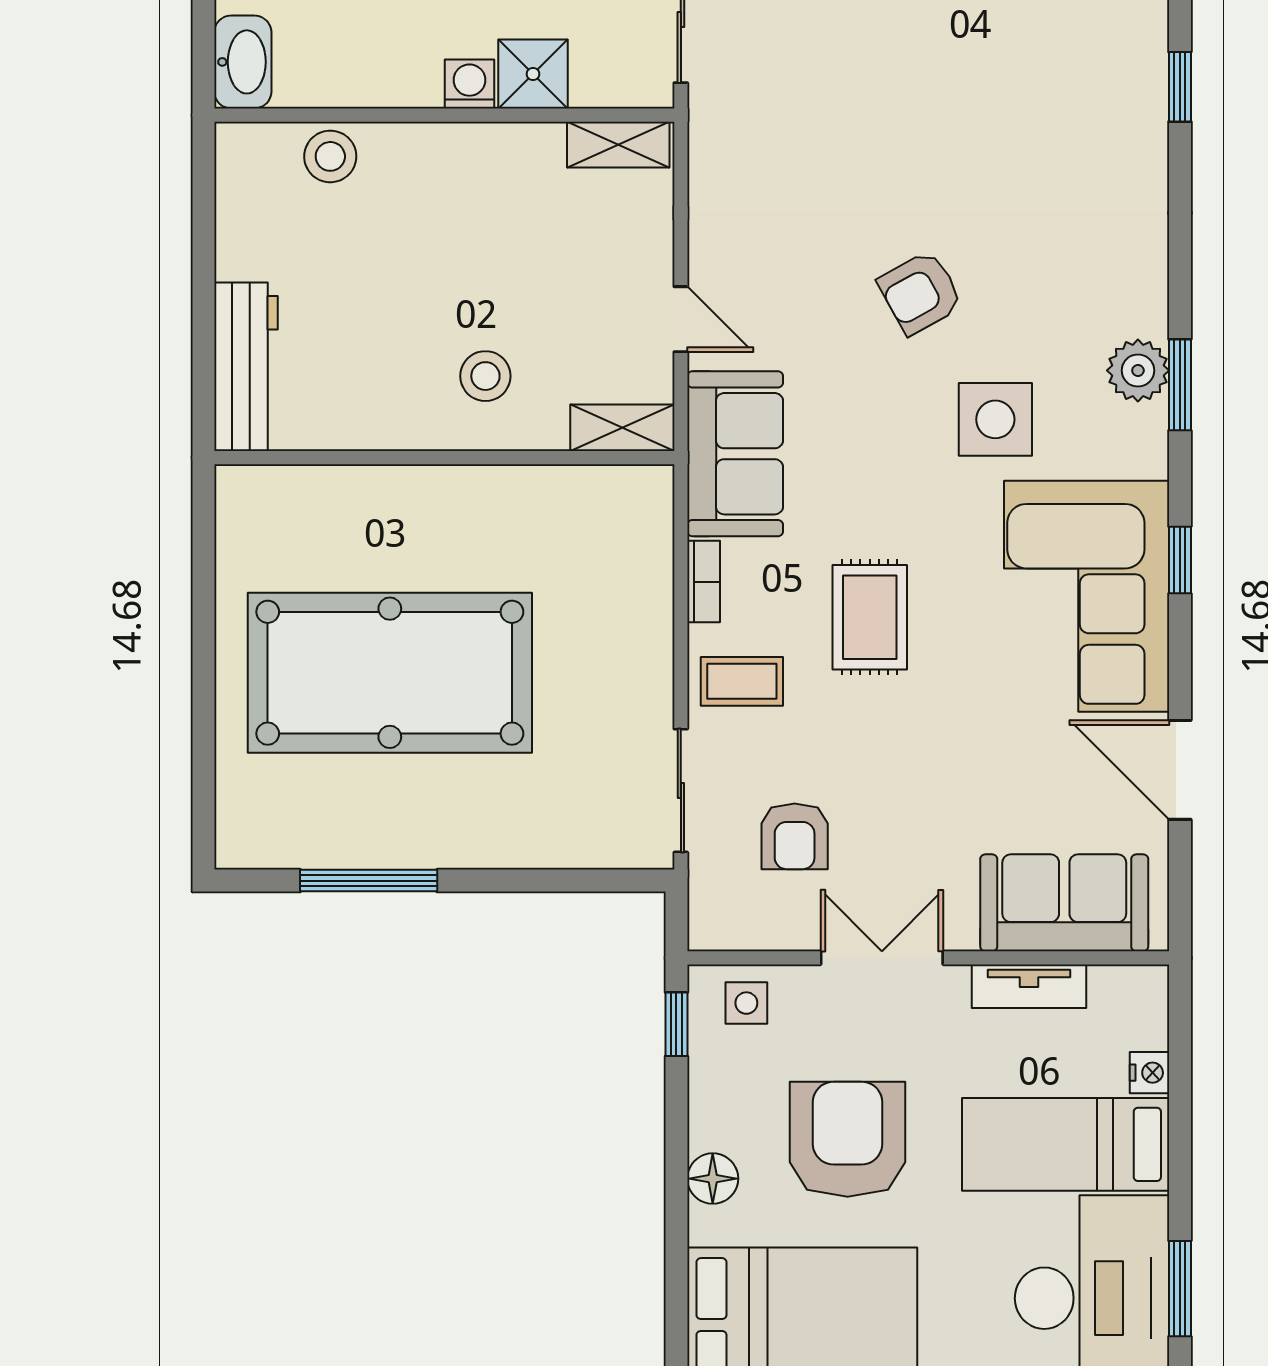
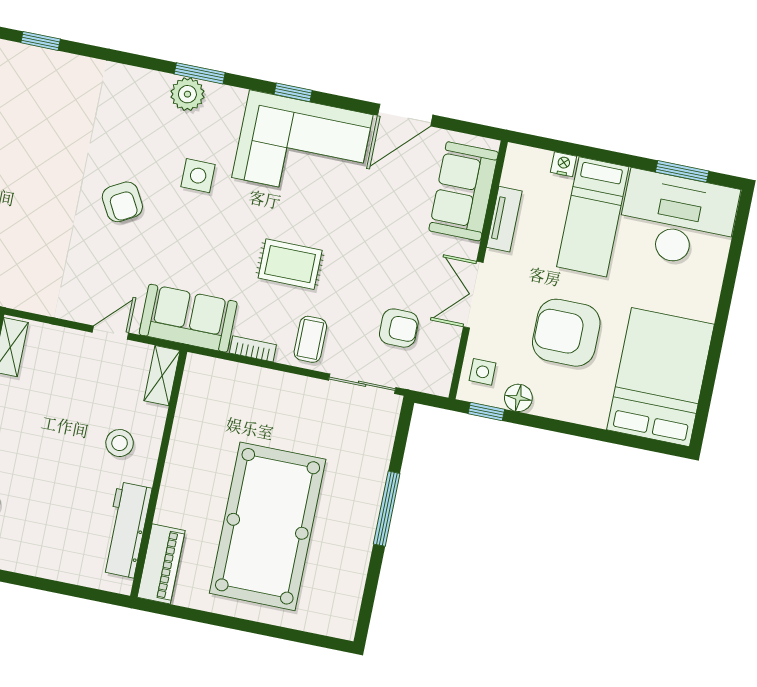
workbench: (246, 367) -> (126, 530), moved, turned -90
side table: (995, 419) -> (198, 176), width x0.73, depth x0.73
piano: (283, 495) -> (161, 564), added
window: (369, 881) -> (387, 509), moved
floor lamp: (713, 1179) -> (518, 398), moved

